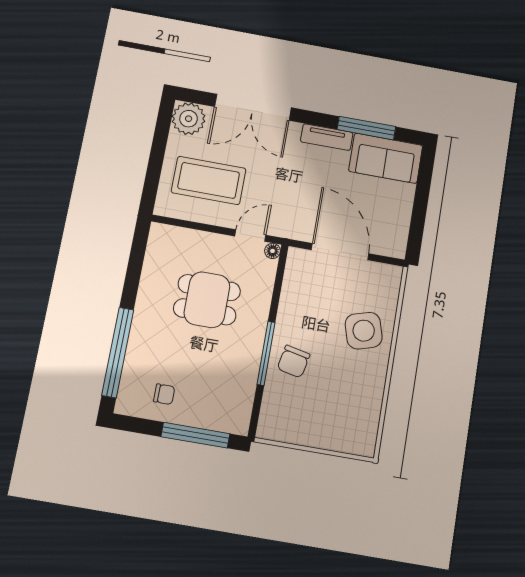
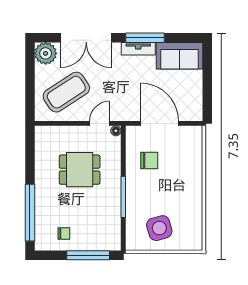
window: (366, 128) -> (145, 38), moved
coffee table: (209, 180) -> (66, 92), turned -33
side table: (364, 331) -> (159, 228), moved
chair: (294, 361) -> (149, 161), moved, turned -102

